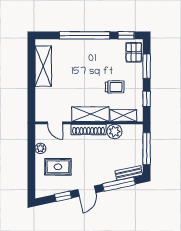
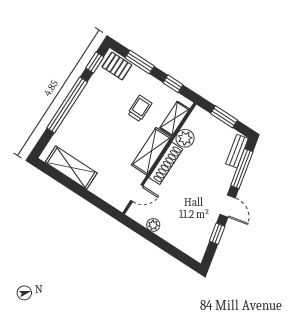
window: (147, 149) -> (224, 117), width x0.69
rug: (58, 167) -> (184, 219), removed

